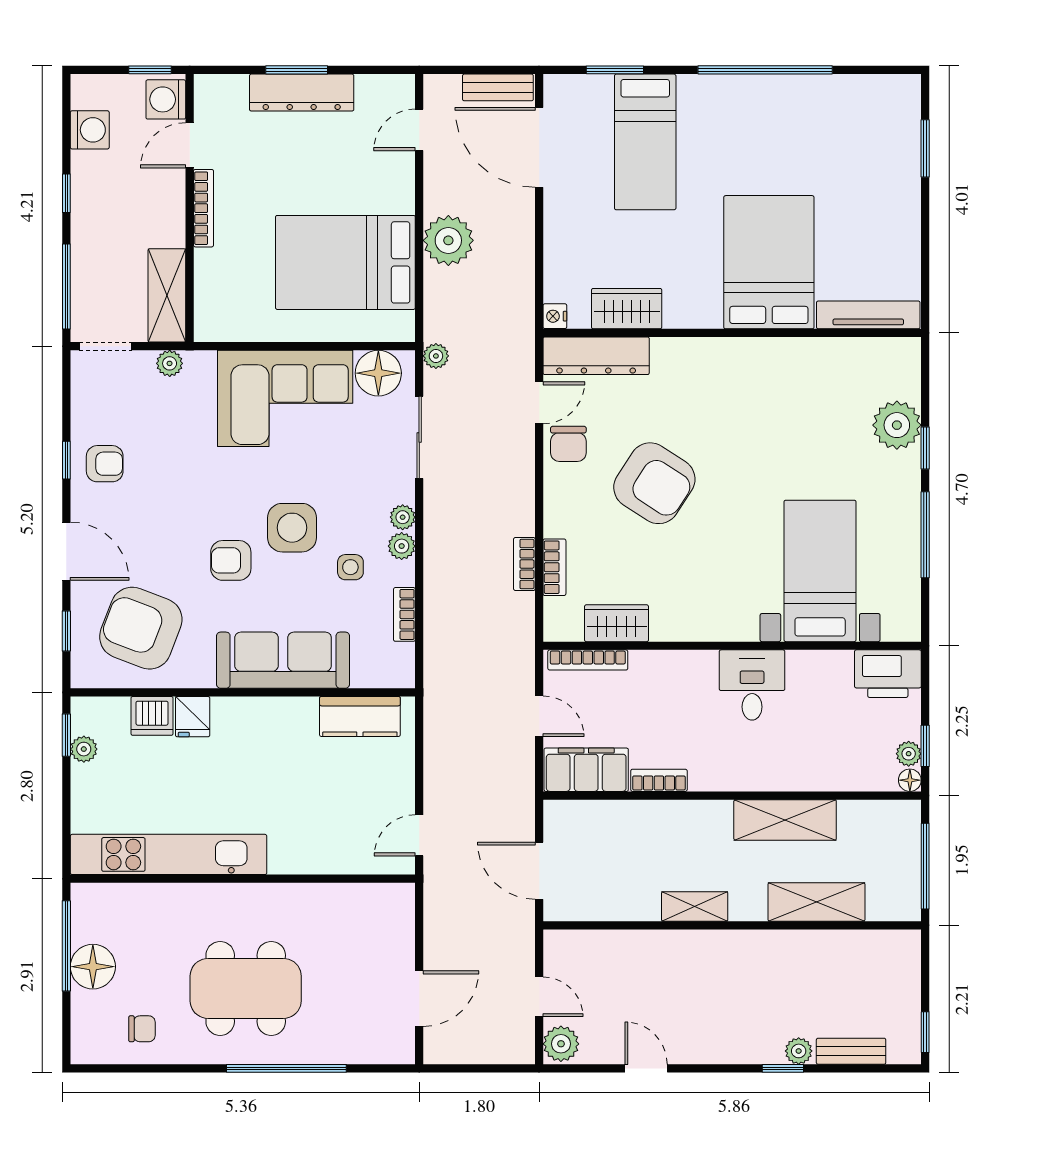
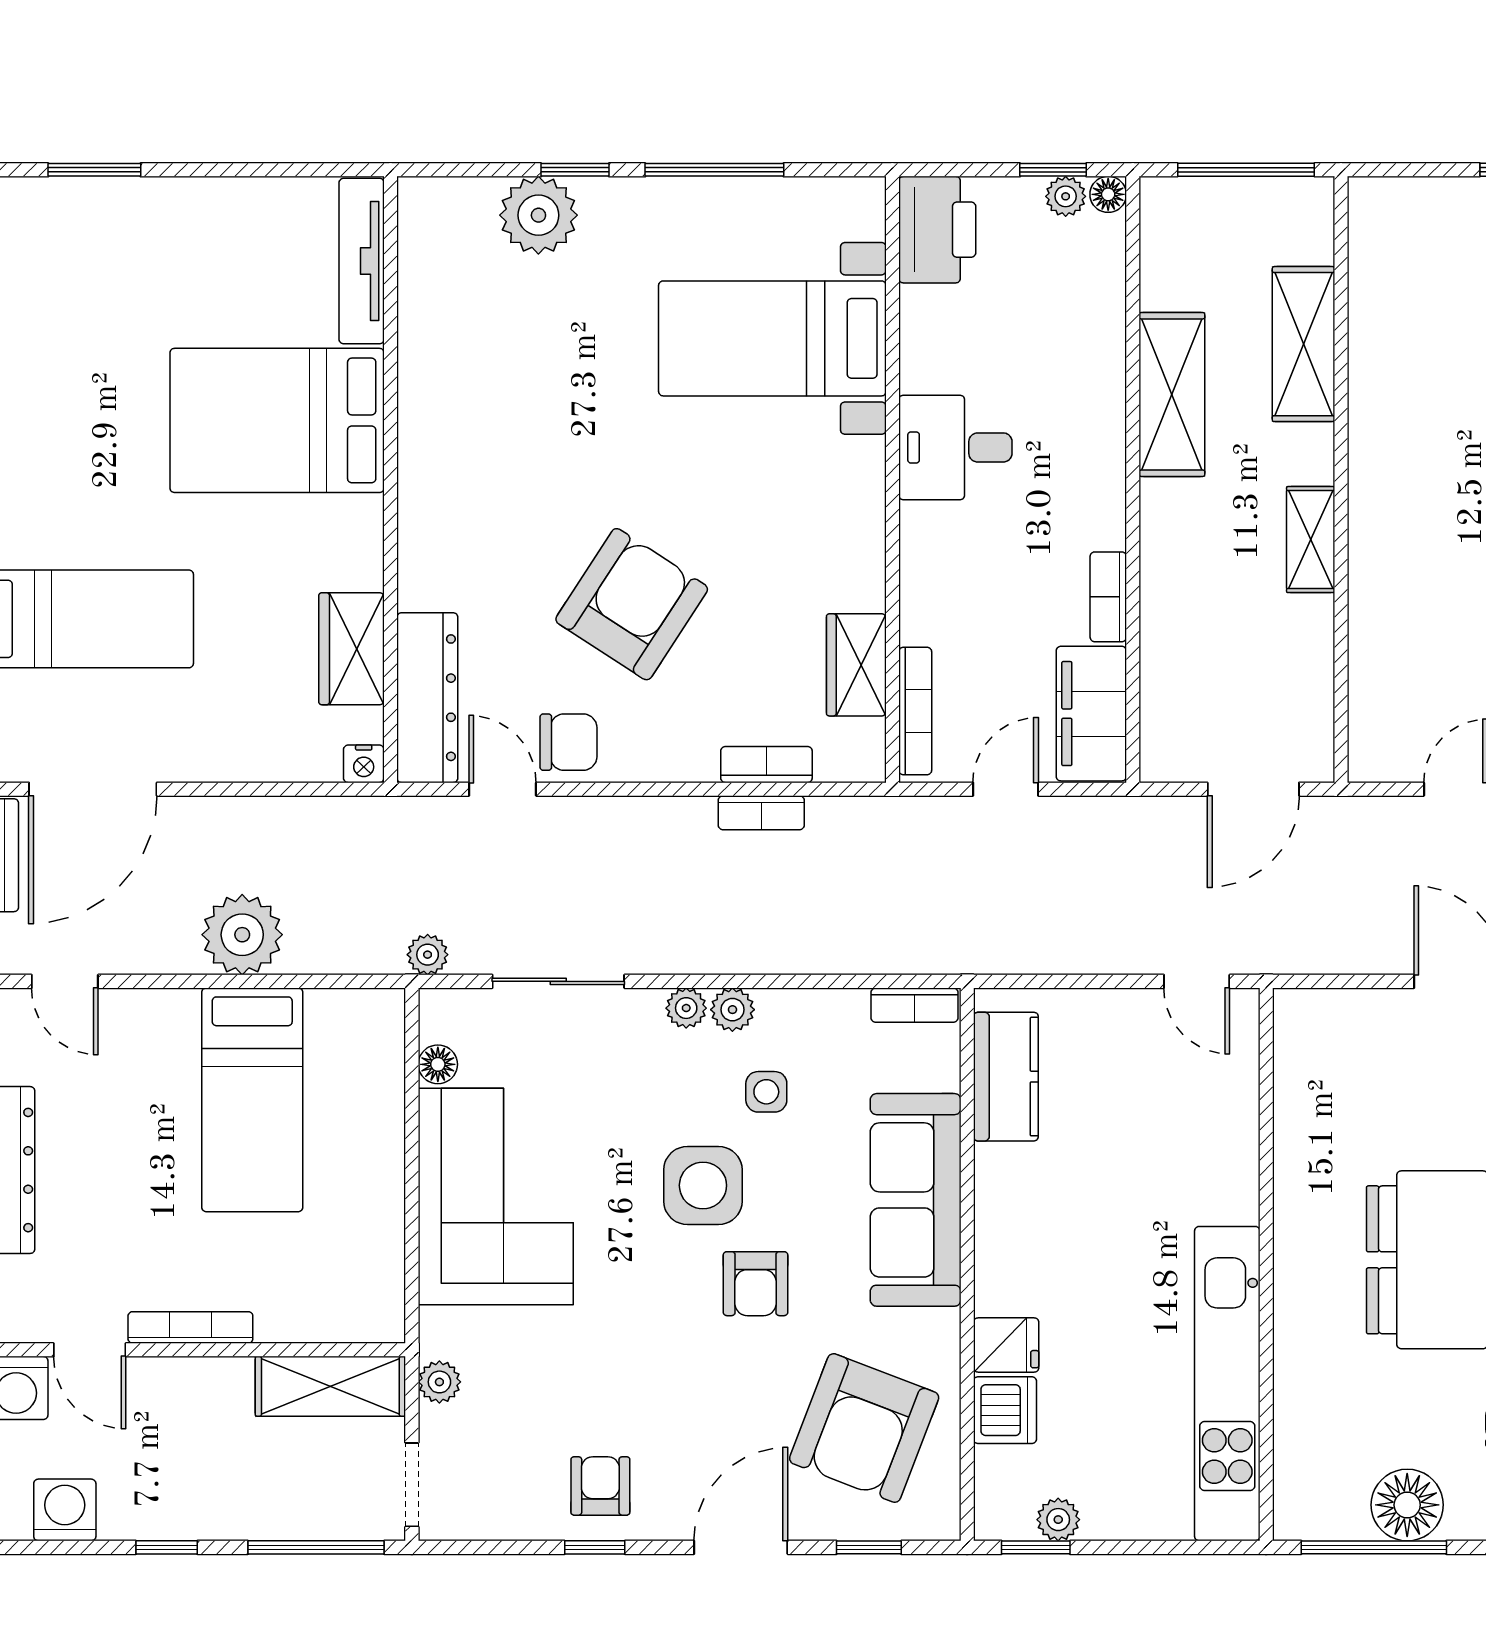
bed: (345, 262) -> (252, 1100), width x0.67
floor lamp: (378, 373) -> (438, 1064), width x0.53, depth x0.53
bookcase: (404, 614) -> (915, 1005), moved

